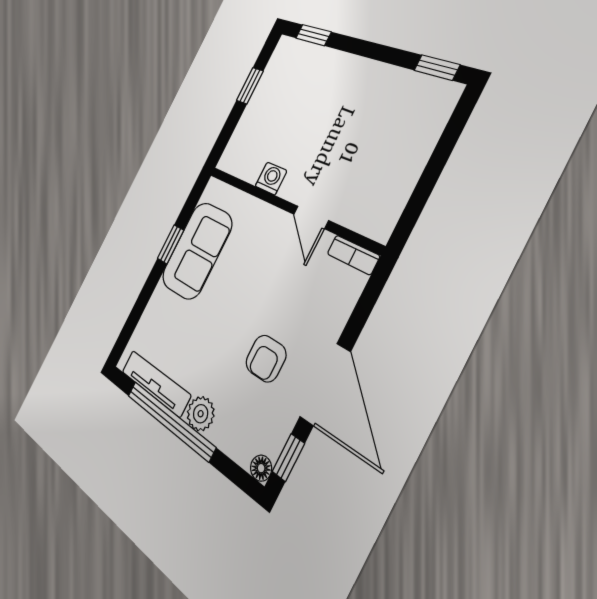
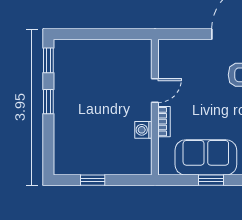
window: (313, 35) -> (48, 102), moved
bookcase: (353, 255) -> (164, 122), moved

